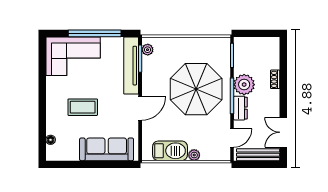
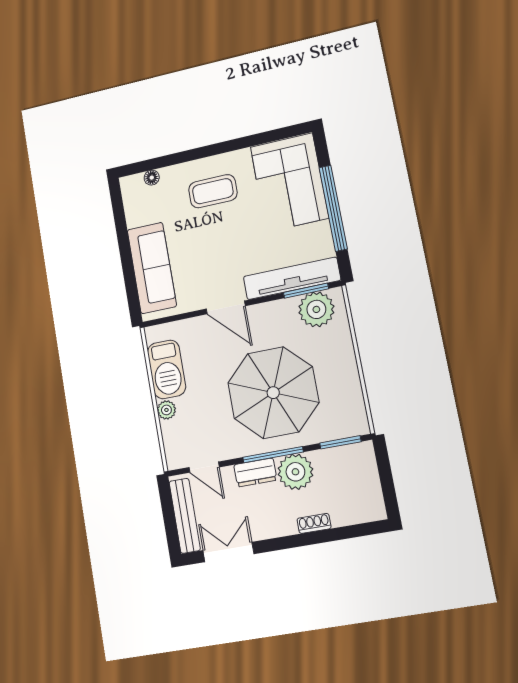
plant: (148, 50) -> (316, 309), width x1.87, depth x1.87
coffee table: (83, 107) -> (213, 191), moved, turned 90

